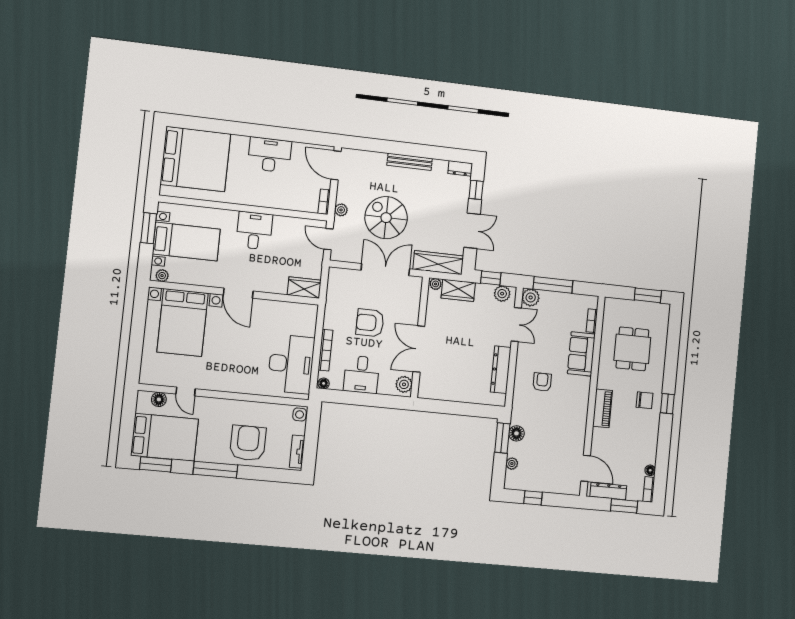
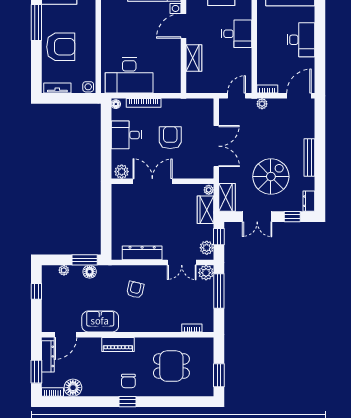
spiral stairs: (386, 218) -> (271, 177), moved
wardrobe: (438, 263) -> (227, 197), width x0.67
wardrobe: (304, 288) -> (194, 58), moved
sofa: (581, 354) -> (100, 321), moved
armchair: (542, 382) -> (135, 290), turned -77
floor lamp: (650, 470) -> (73, 388), width x1.89, depth x1.89

